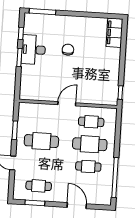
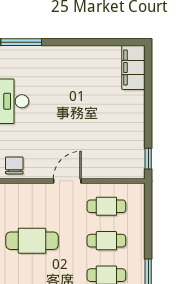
chair: (68, 50) -> (14, 165), moved
cafe table: (90, 144) -> (106, 241), width x0.73, depth x0.74

